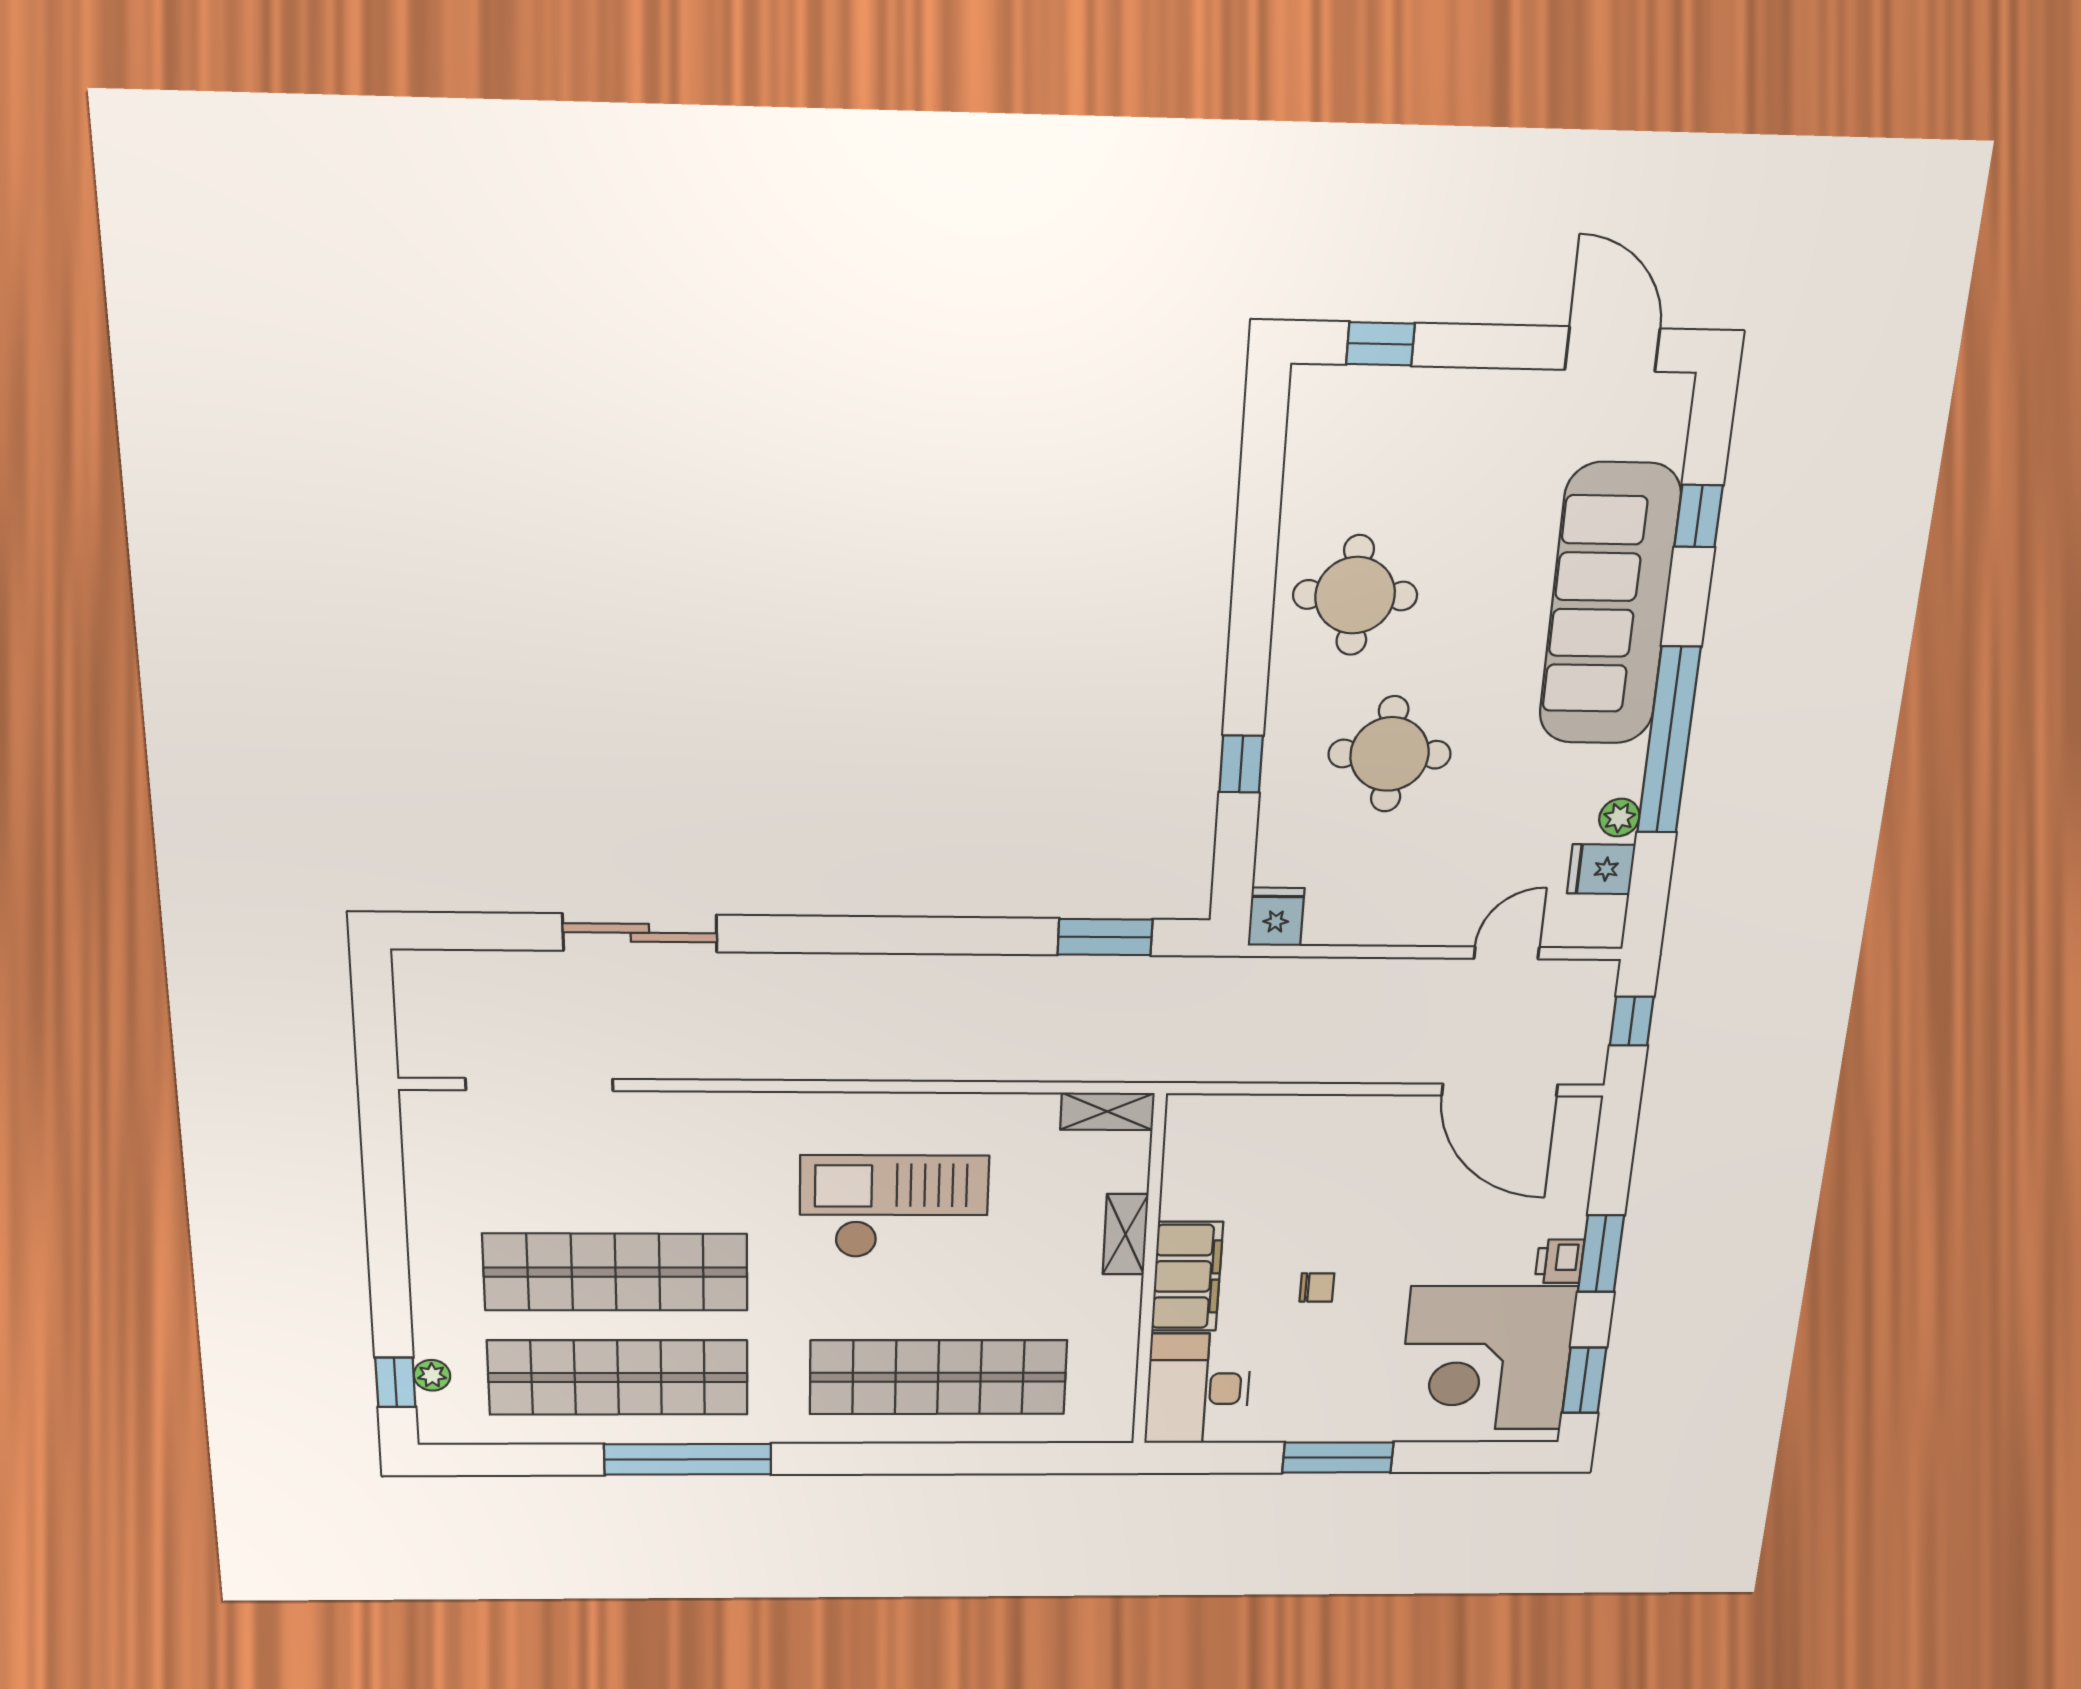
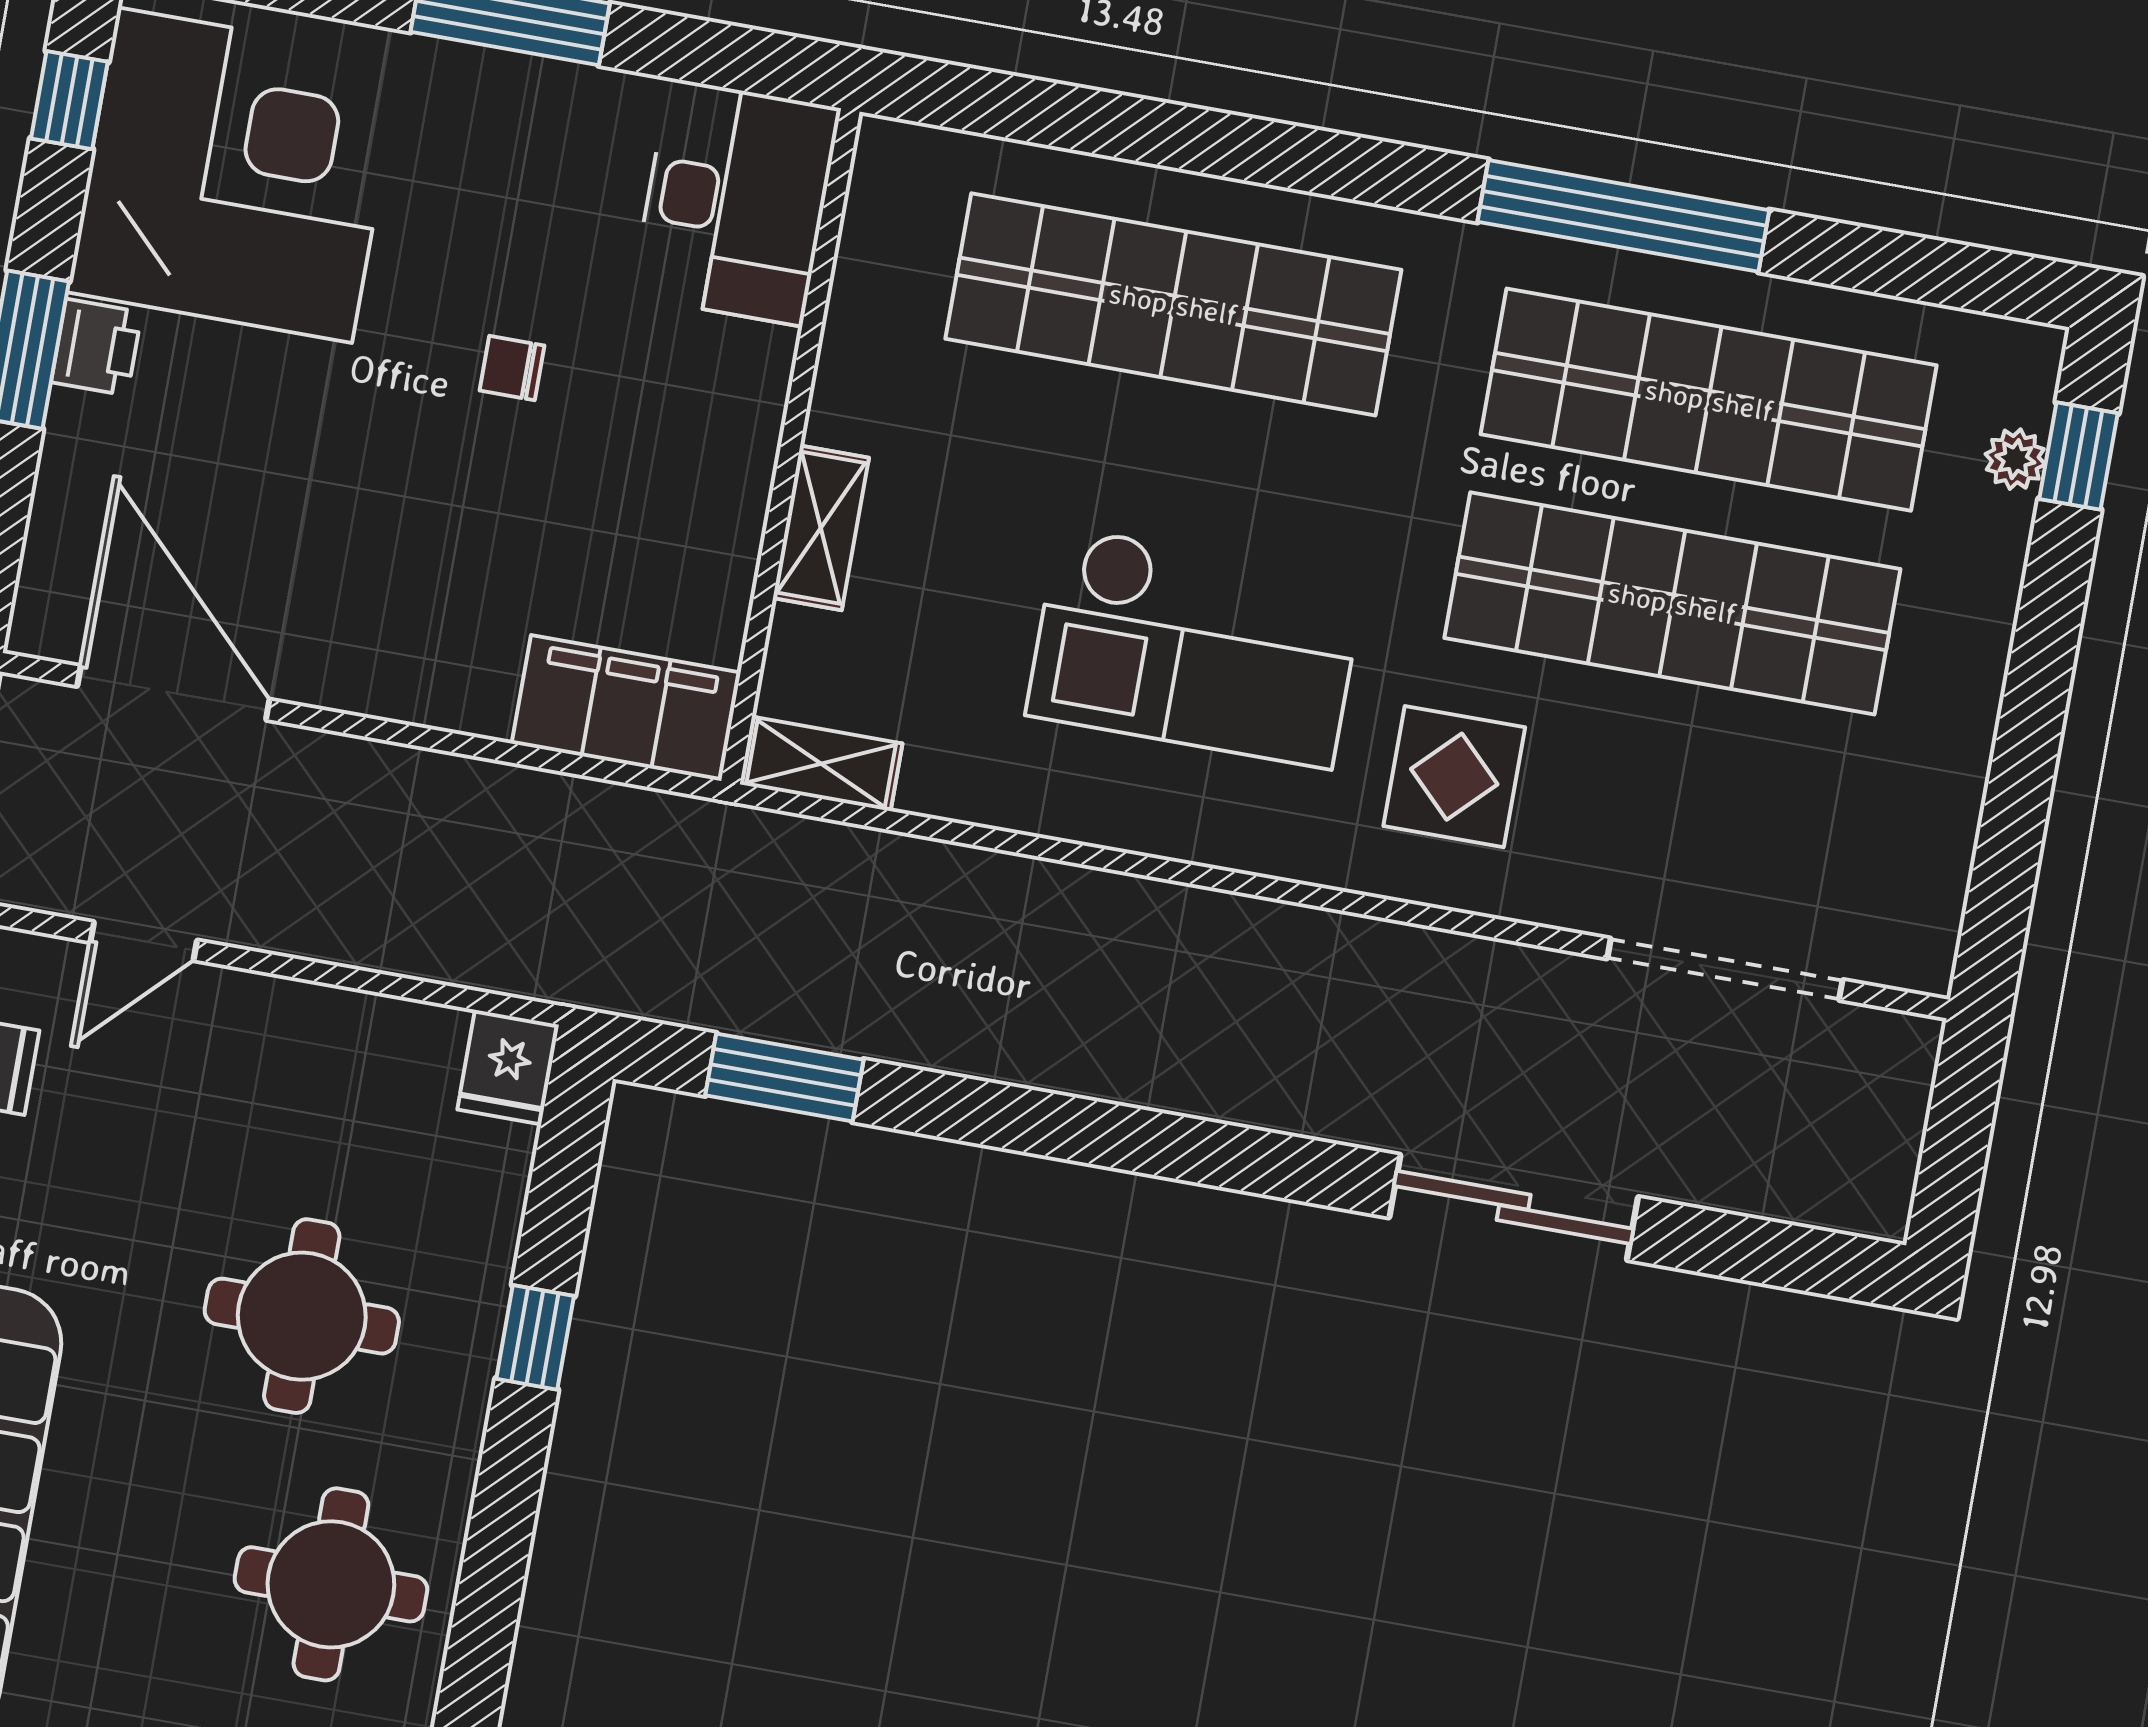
display table: (726, 1163) -> (1454, 777), added
filing cabinet: (1187, 1276) -> (626, 708), moved, turned 90
window: (1584, 1380) -> (69, 100), width x0.67

